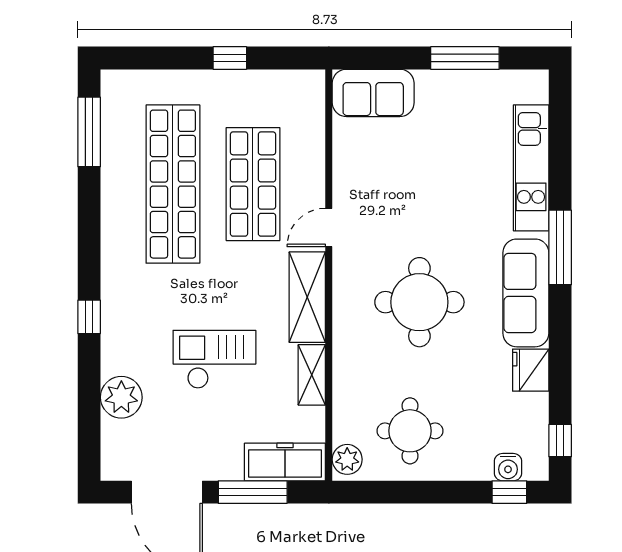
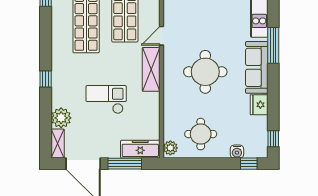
shelving: (312, 375) -> (58, 144), moved
water cooler: (508, 467) -> (237, 152), moved

